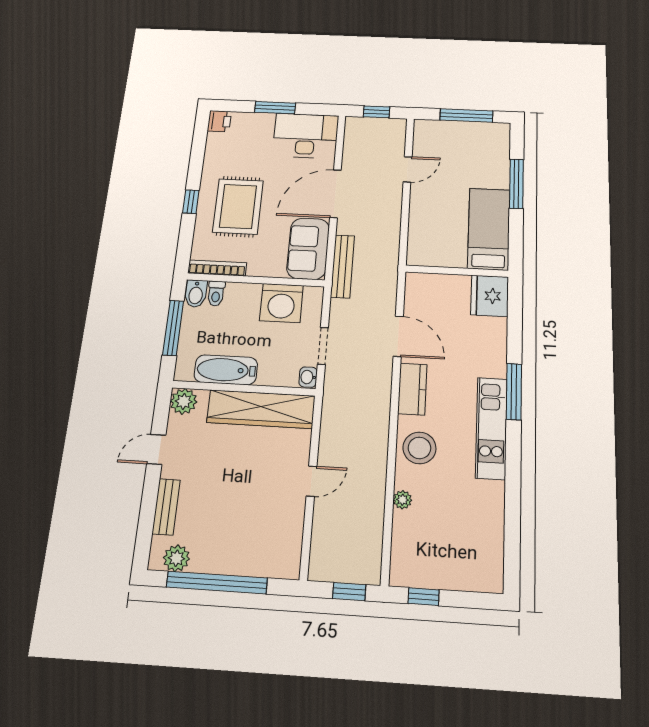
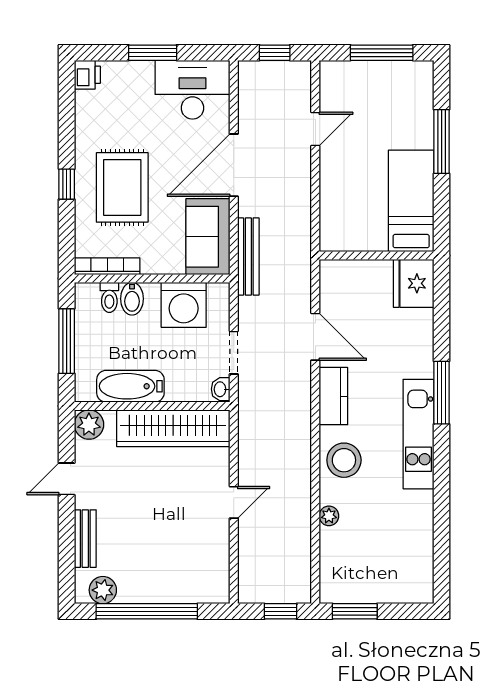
bidet: (196, 294) -> (132, 299), moved
window: (424, 597) -> (355, 611), width x1.50

